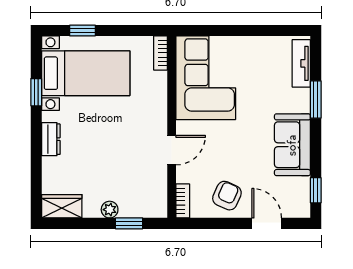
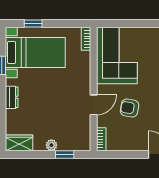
armchair: (227, 196) -> (130, 108), moved, turned -104

